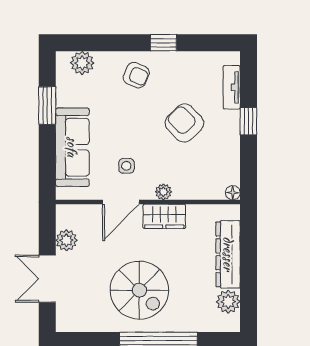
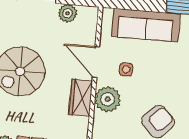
plant: (163, 192) -> (108, 99), width x1.88, depth x1.88

